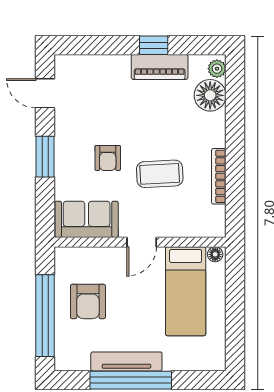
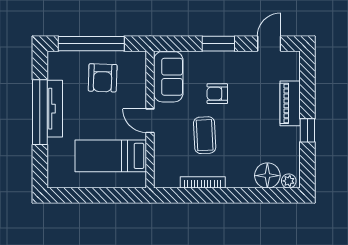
piano: (160, 67) -> (290, 103), moved
floor lamp: (215, 254) -> (140, 180), removed
armchair: (88, 301) -> (103, 78), turned -88

